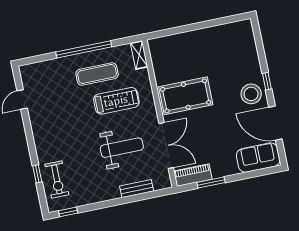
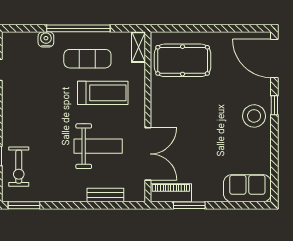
water cooler: (58, 65) -> (46, 39), added
pool table: (186, 96) -> (183, 60), moved
door: (275, 123) -> (274, 58), moved
window: (68, 212) -> (24, 205), width x1.50

